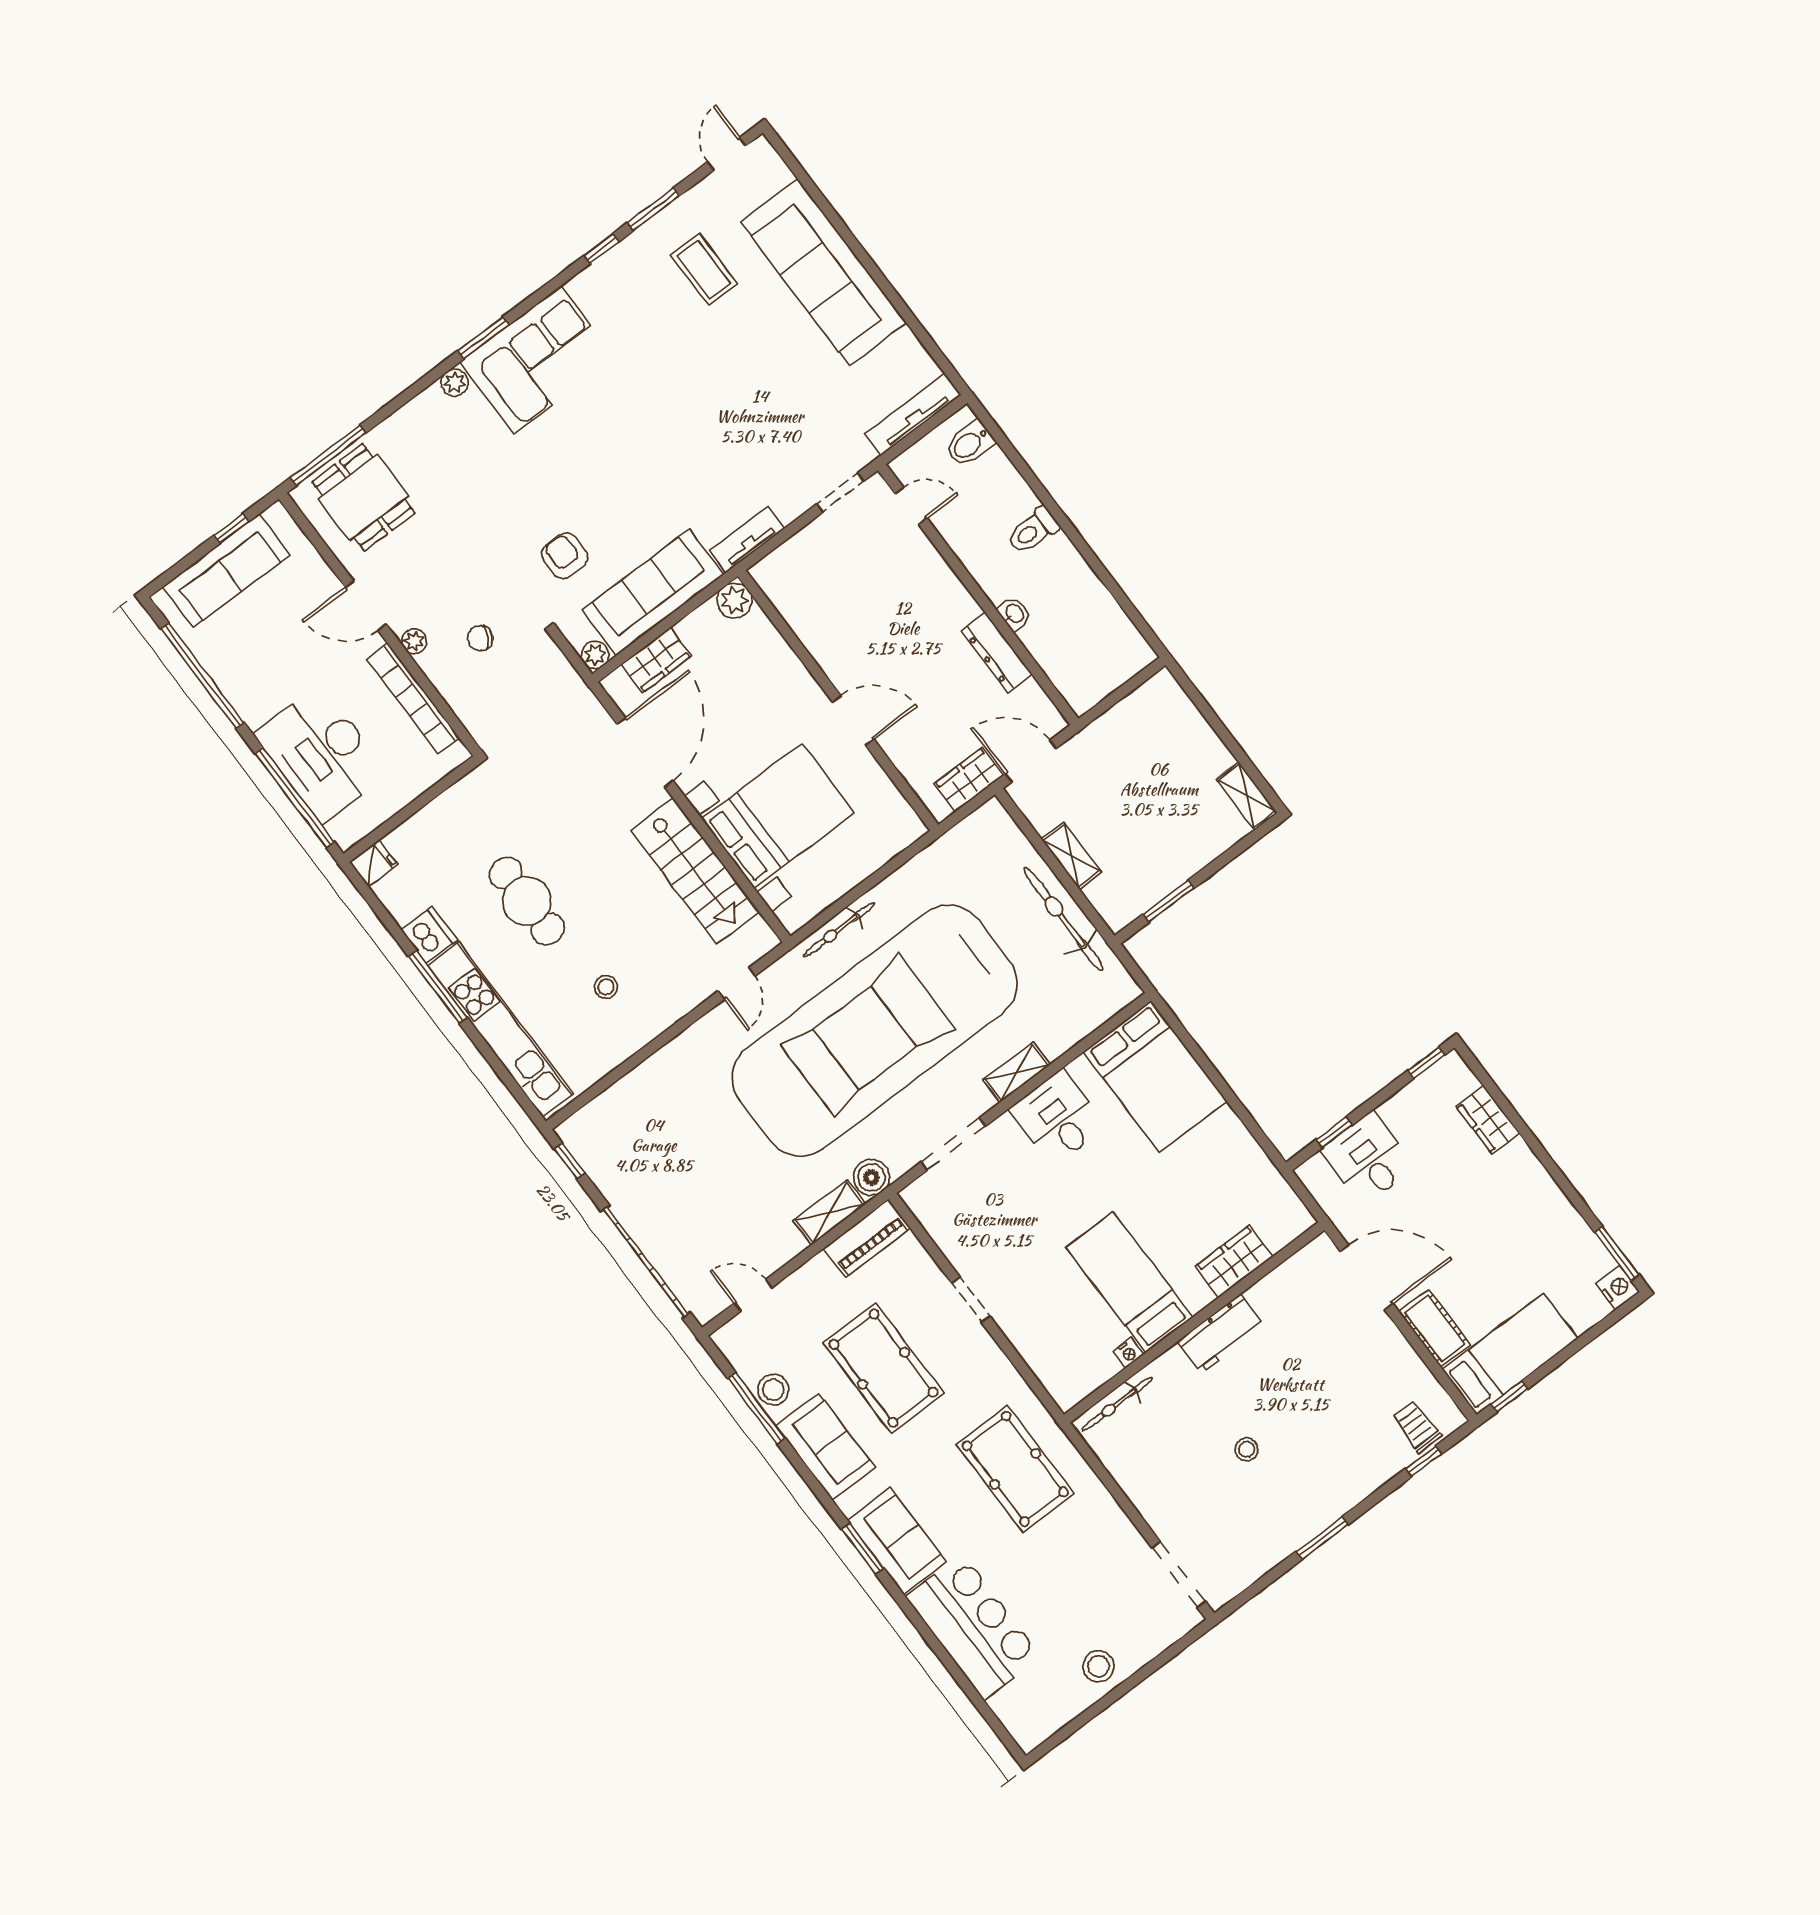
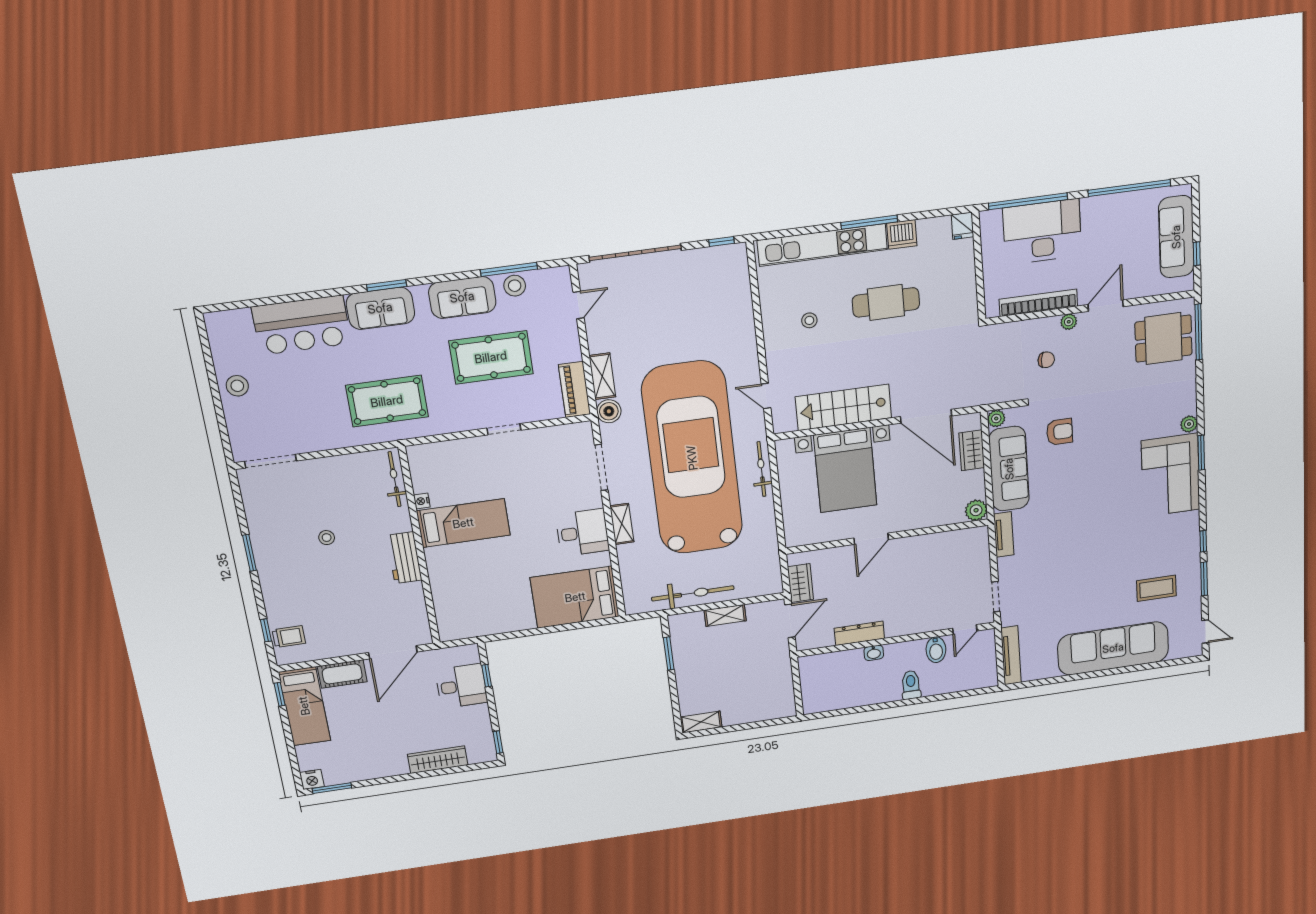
bidet: (970, 444) -> (936, 650), moved, turned 180
chair: (480, 638) -> (1046, 360), turned 66
wardrobe: (1488, 1120) -> (438, 760), width x1.50
wardrobe: (1234, 1261) -> (443, 586), removed

